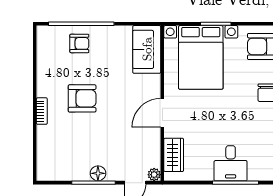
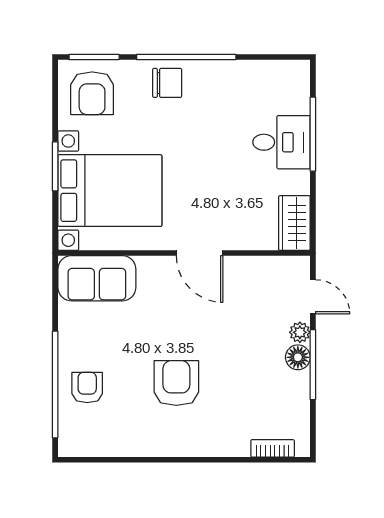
bookcase: (42, 111) -> (273, 448), moved
wardrobe: (174, 155) -> (294, 223), moved, turned -90
plant: (154, 175) -> (300, 332), moved

